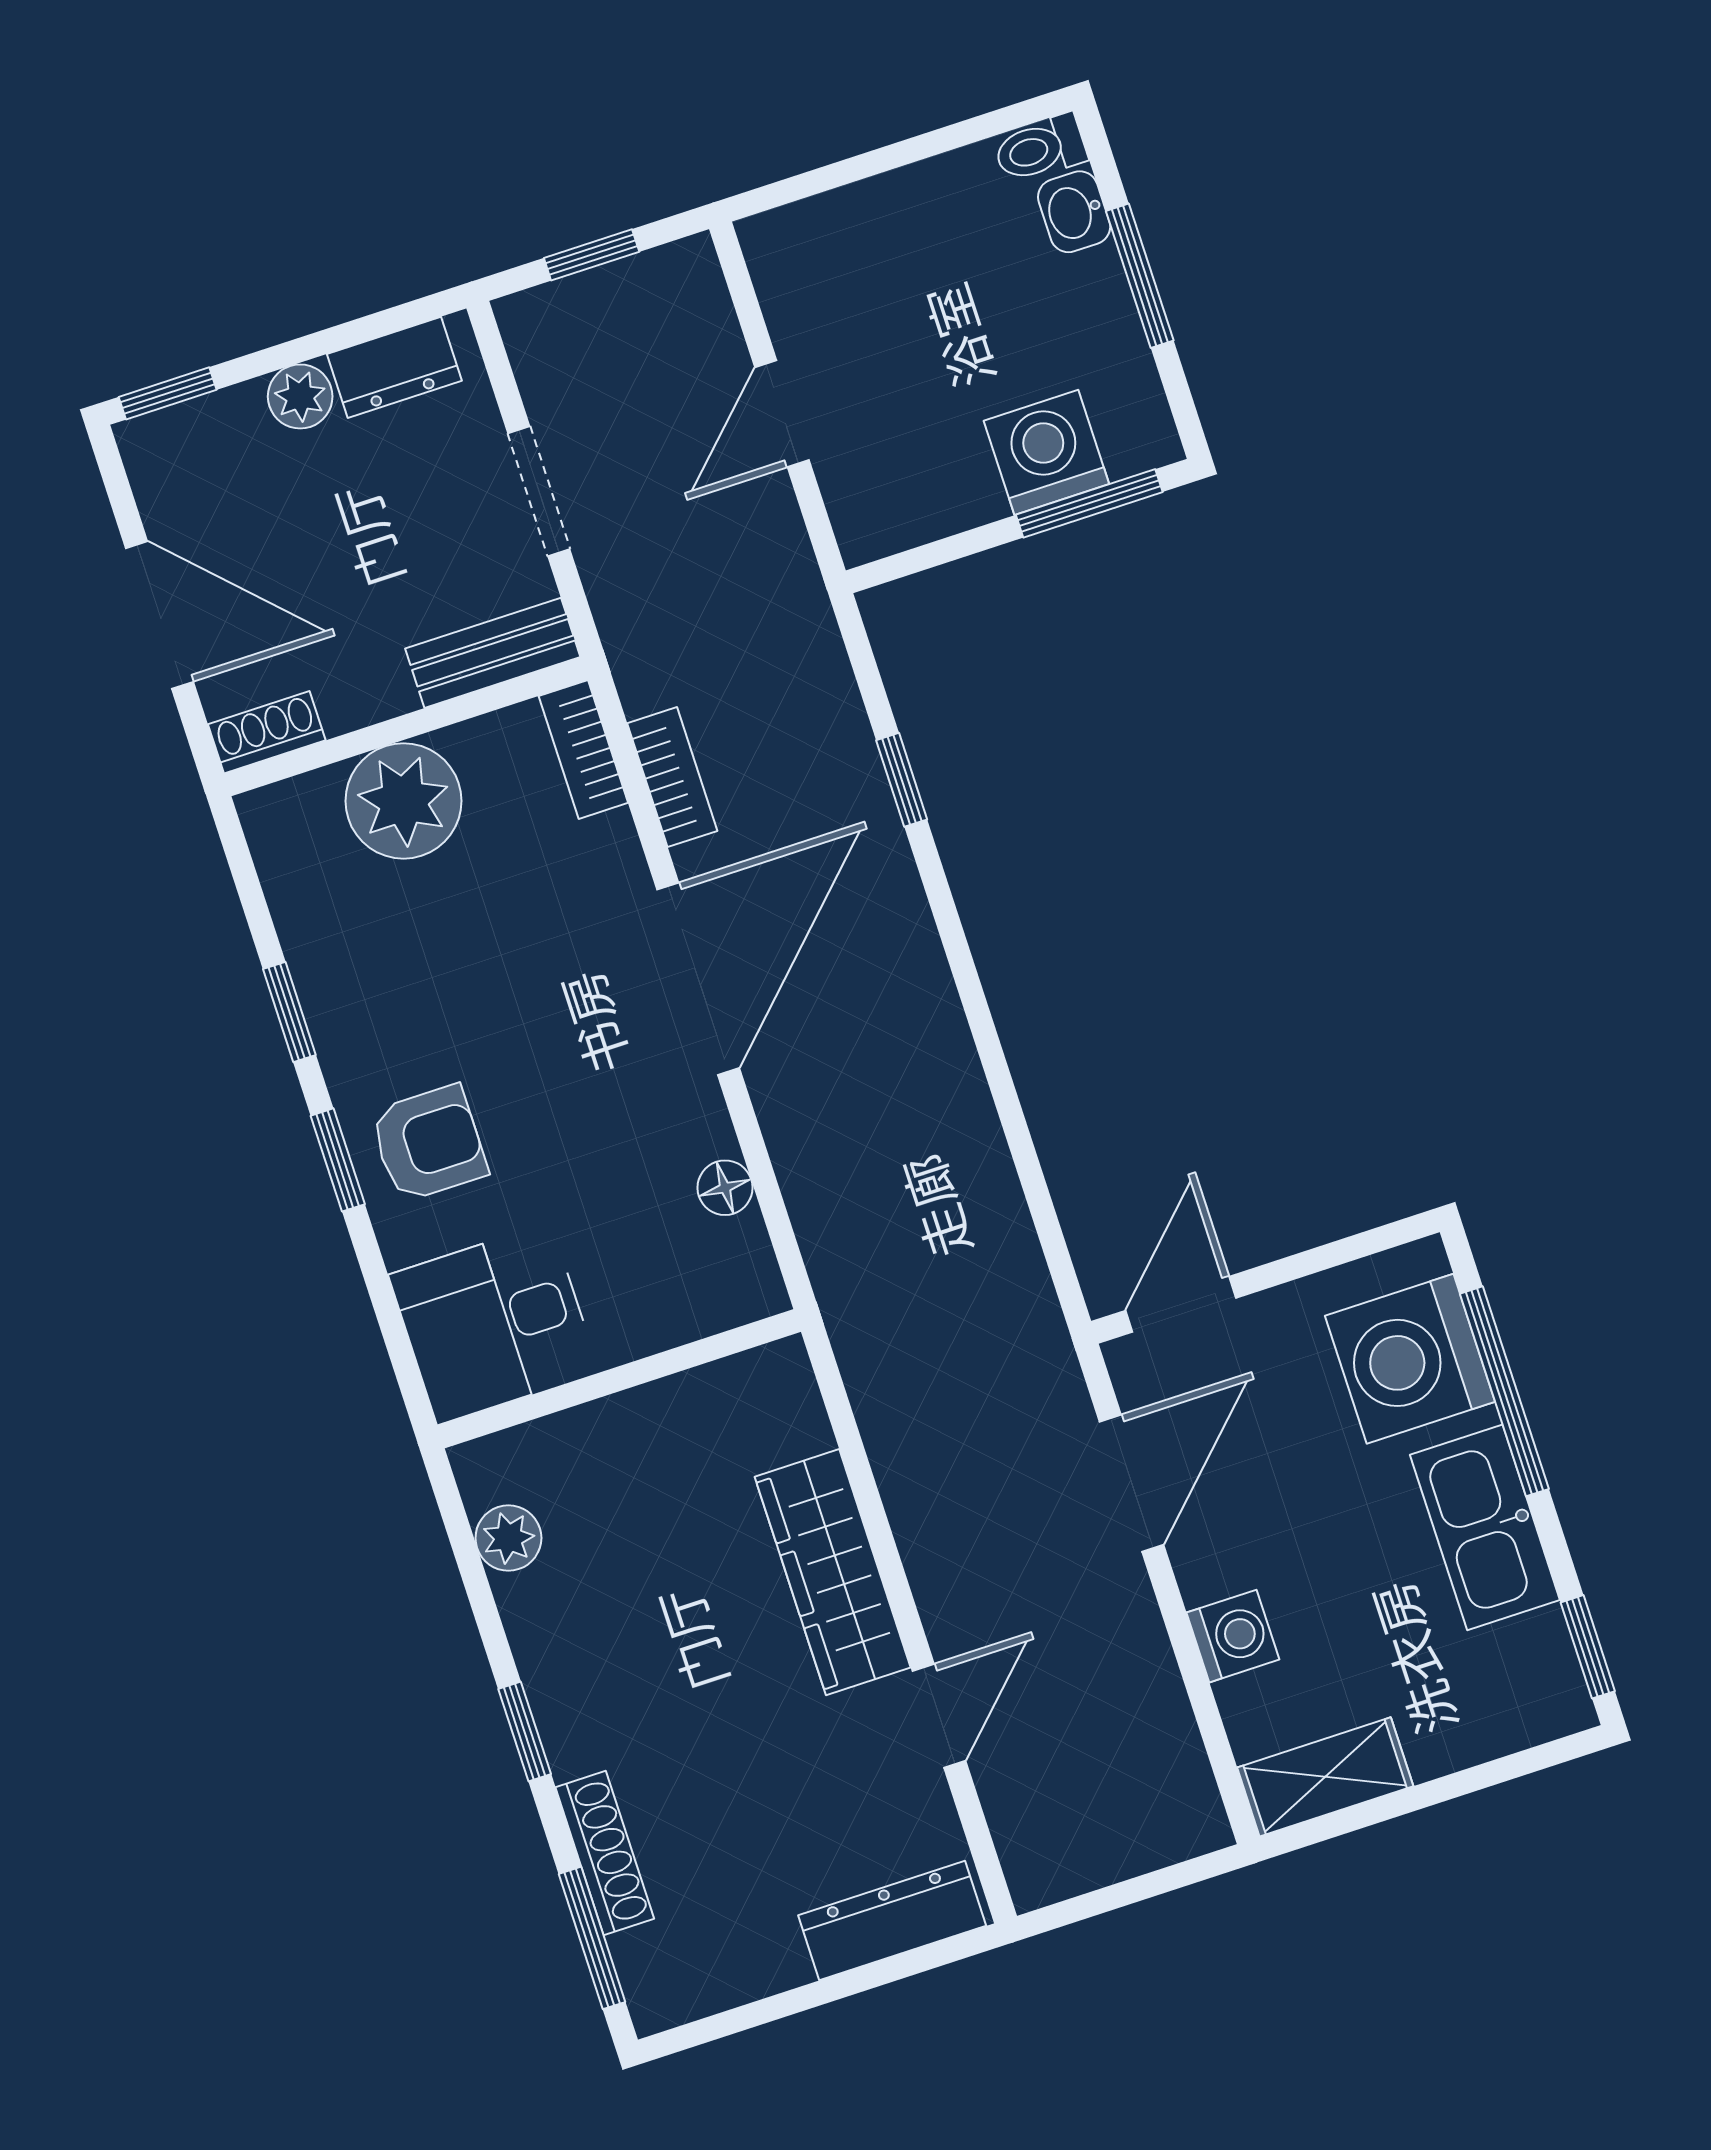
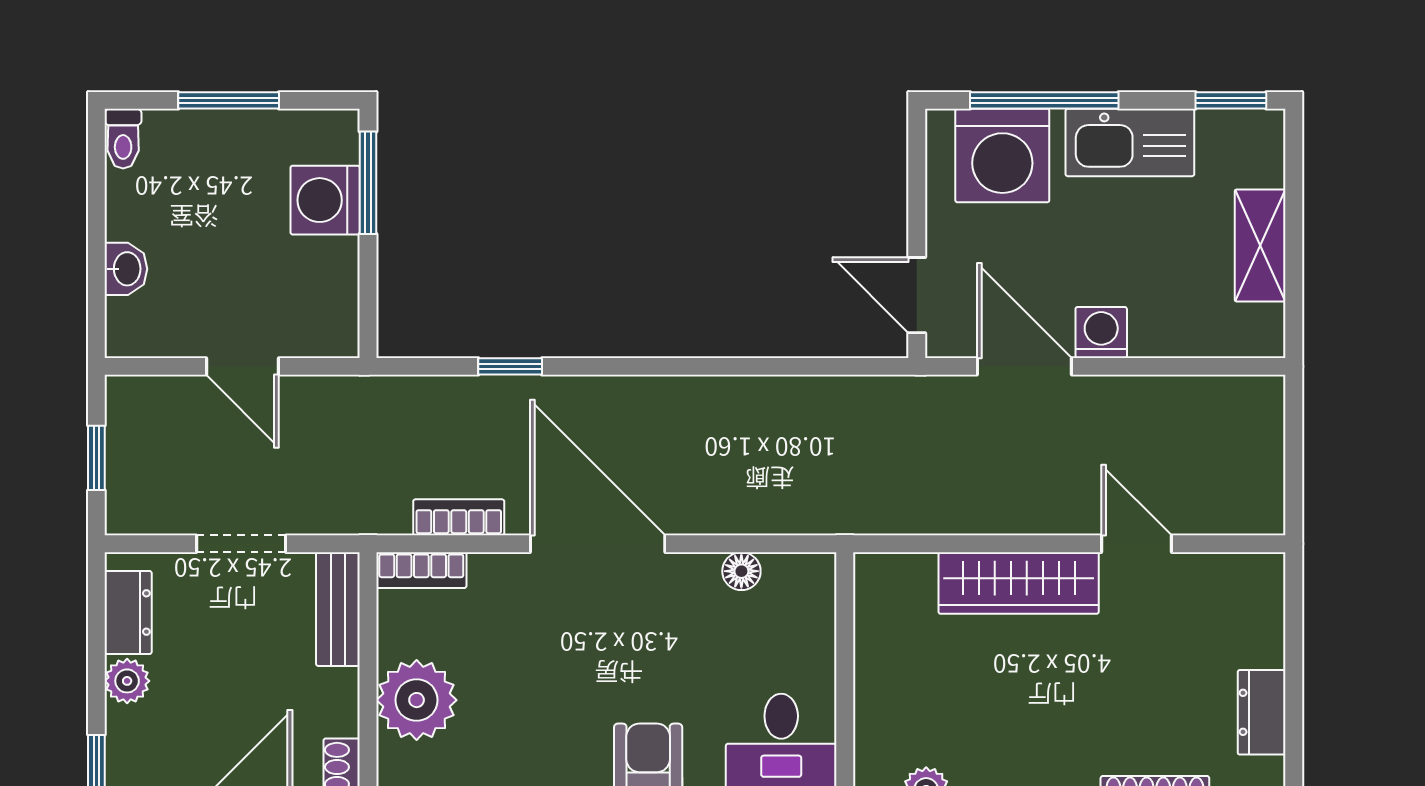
washbasin: (1074, 212) -> (126, 269), moved, turned -90
washing machine: (1233, 1636) -> (1101, 332), moved
shelving: (1325, 1777) -> (1260, 245), moved
dresser: (892, 1921) -> (1262, 712), moved, width x0.70

